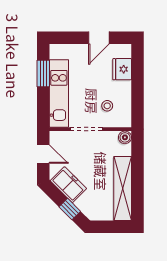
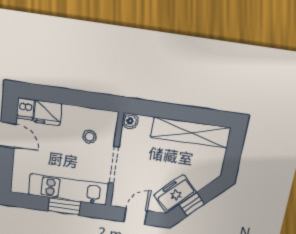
dishwasher: (123, 51) -> (25, 109), added
window: (43, 74) -> (64, 206), moved
window: (70, 209) -> (192, 204), moved

